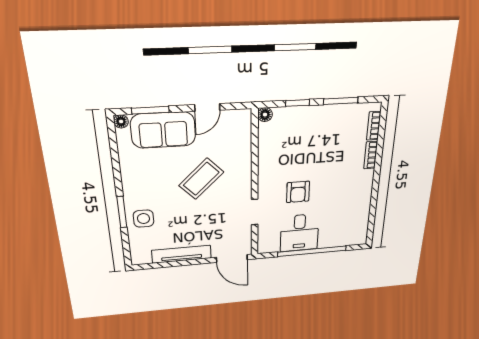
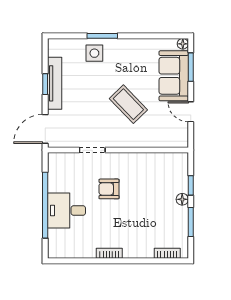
floor lamp: (265, 115) -> (182, 199), moved
bookcase: (371, 155) -> (109, 253), moved
desk: (299, 233) -> (67, 211), moved
window: (183, 263) -> (45, 84), added

